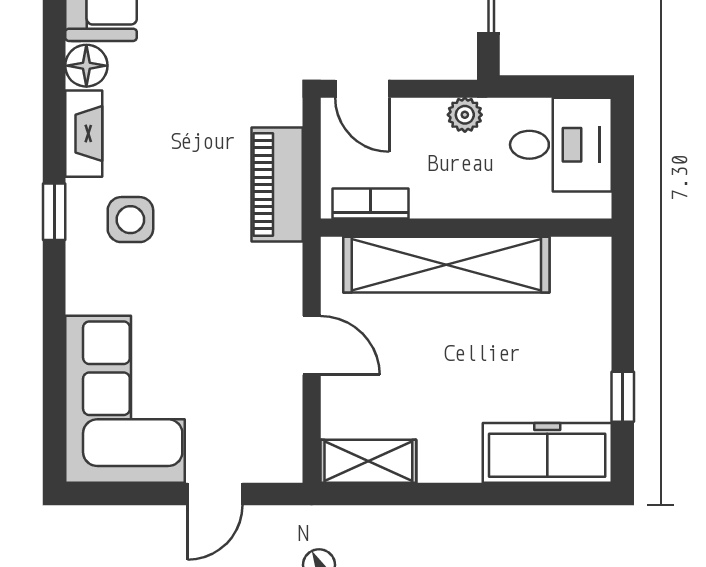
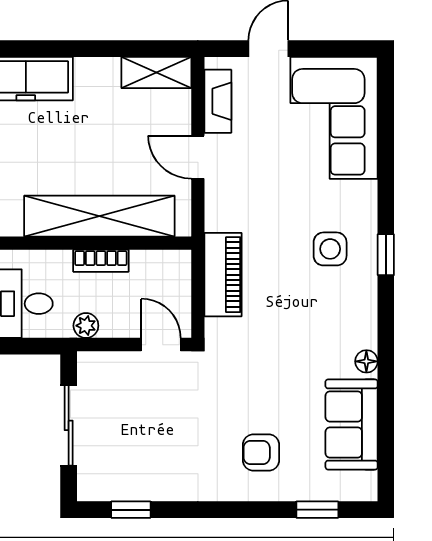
floor lamp: (86, 66) -> (366, 361), width x0.73, depth x0.73
fireplace: (84, 134) -> (218, 101), moved, turned 180
bookcase: (371, 203) -> (101, 261), moved

